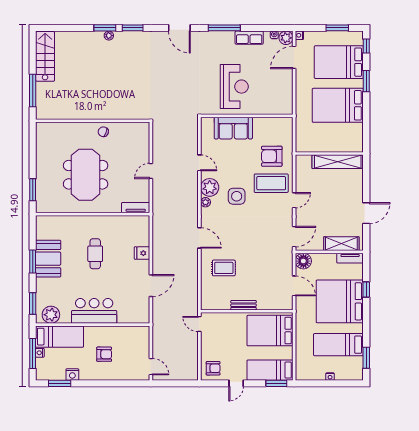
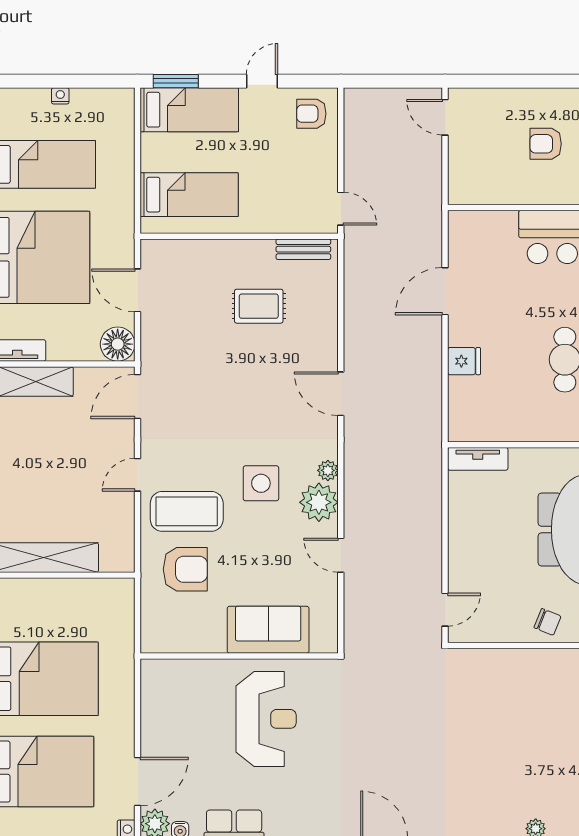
reception desk: (234, 87) -> (266, 719), turned 180
door: (151, 171) -> (445, 610), moved
rug: (224, 268) -> (259, 306), moved
bench: (243, 305) -> (303, 249), moved
bed: (270, 331) -> (189, 195), width x0.67

